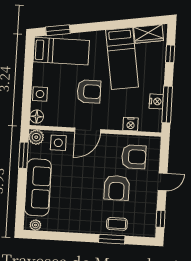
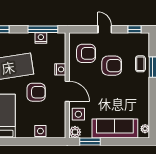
armchair: (89, 91) -> (36, 92), turned 90
floor lamp: (37, 117) -> (58, 133), removed
nightstand: (131, 124) -> (60, 69), moved
armchair: (134, 157) -> (86, 53), turned 90

